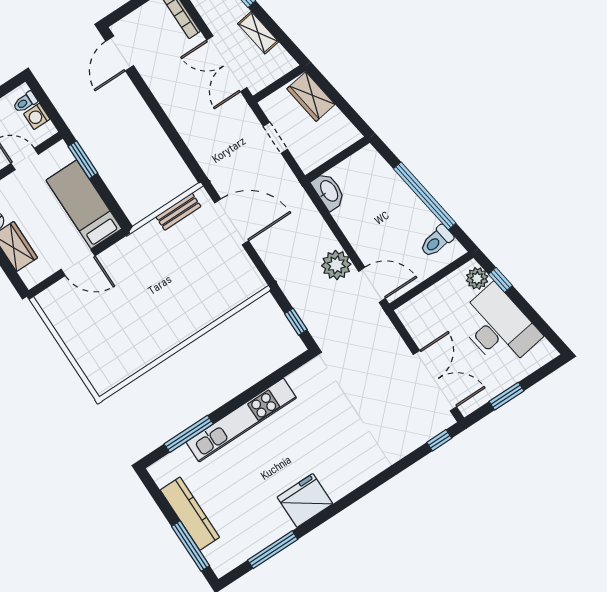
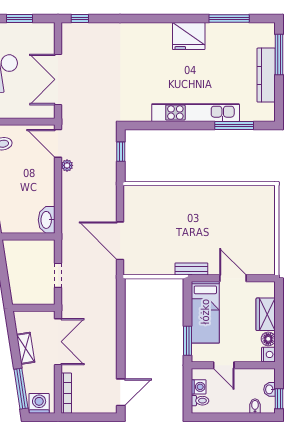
wardrobe: (311, 97) -> (19, 286), removed
bench: (178, 212) -> (191, 269), moved
plant: (336, 265) -> (67, 165), width x0.53, depth x0.53
double door: (435, 381) -> (58, 79), moved

